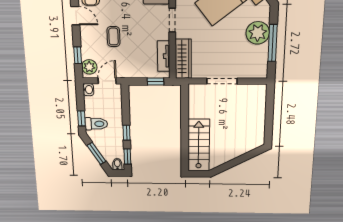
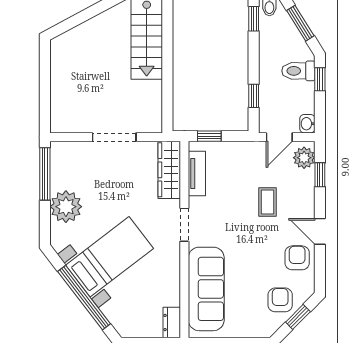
window: (273, 43) -> (45, 174), moved
window: (127, 133) -> (254, 96), moved

